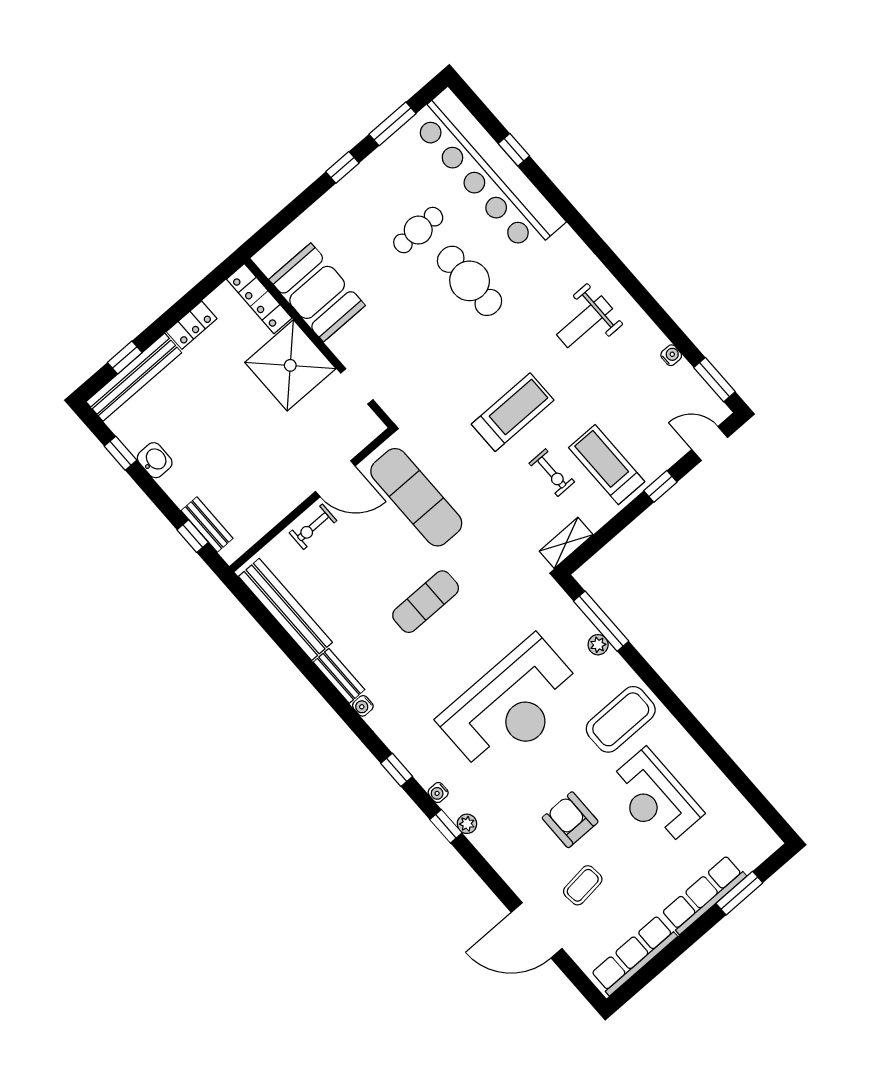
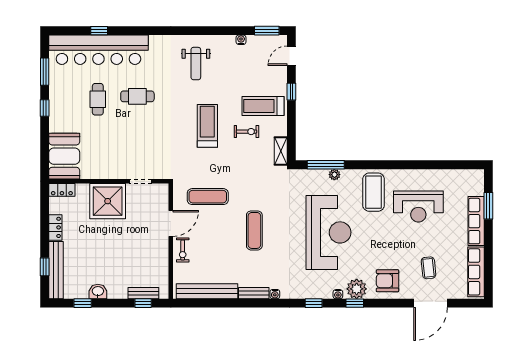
cafe table: (470, 281) -> (137, 96), width x0.73, depth x0.74
booth: (317, 292) -> (64, 156), moved, turned 90
locker: (259, 299) -> (62, 190), width x0.66
exercise mat: (416, 497) -> (208, 197), width x0.73, depth x0.69
armchair: (570, 820) -> (387, 281), moved
plant: (467, 824) -> (357, 289), width x1.88, depth x1.88

